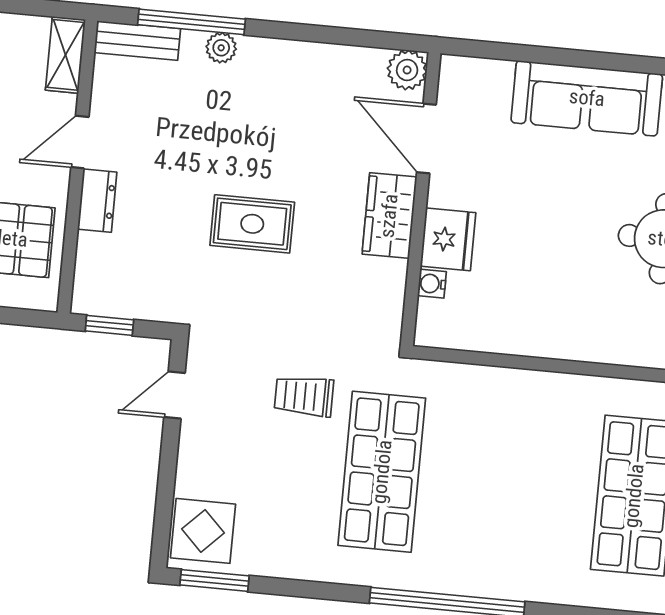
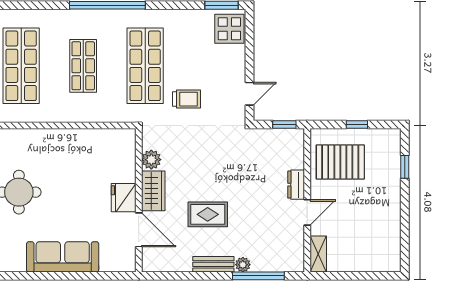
bench: (137, 41) -> (213, 264), moved
plant: (407, 70) -> (151, 160), moved
rug: (252, 224) -> (208, 214), moved
fridge: (448, 239) -> (124, 198), moved
water cooler: (432, 284) -> (129, 160), removed
shop shelf: (508, 484) -> (83, 66), added

